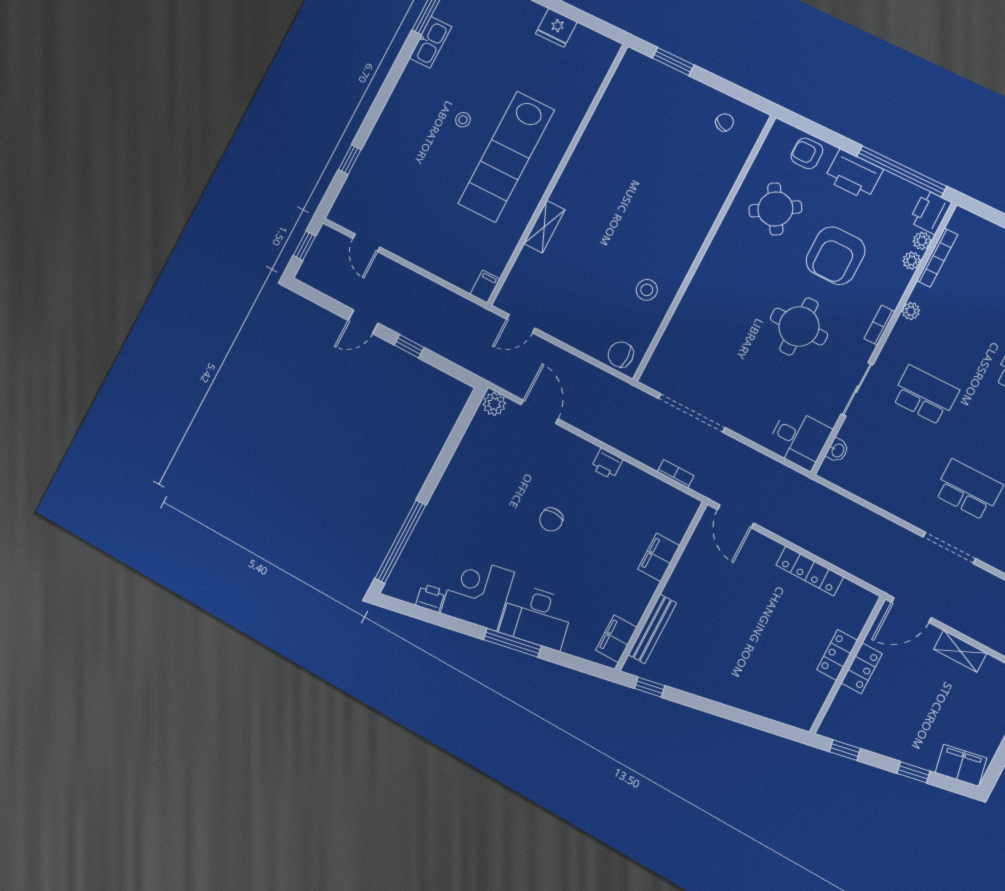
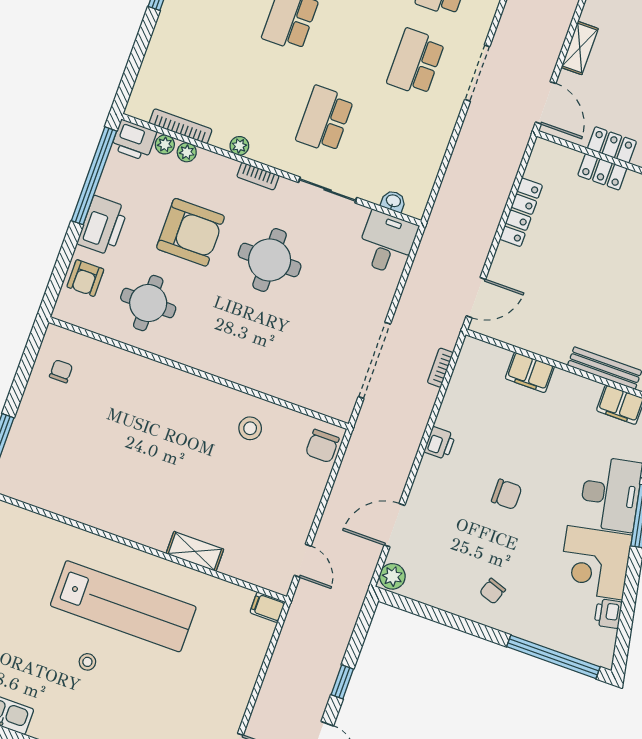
chair: (725, 122) -> (61, 371), turned 64
round table: (775, 209) -> (148, 303), turned 31
chair: (467, 494) -> (493, 591), added

